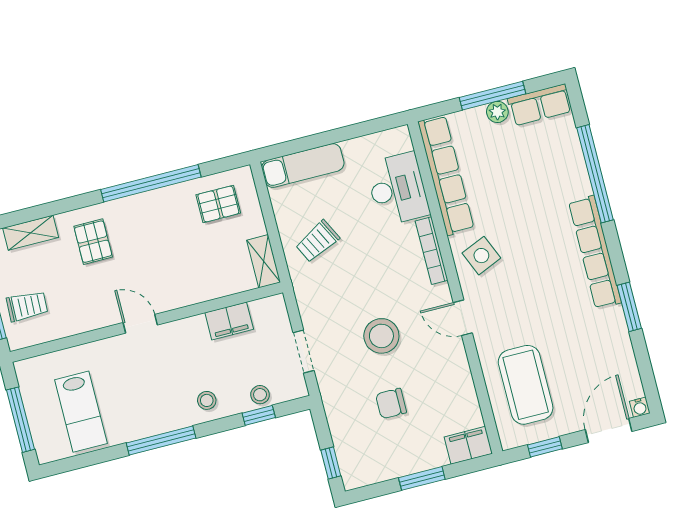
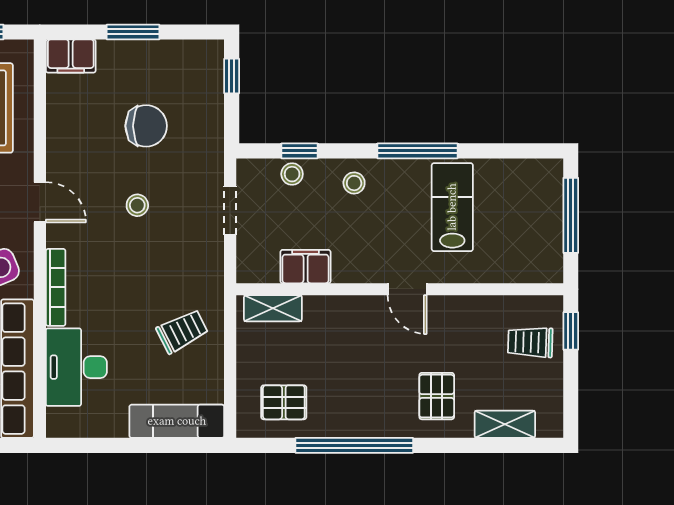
shelving: (264, 261) -> (273, 308), moved, turned 90
stool: (381, 336) -> (137, 205), width x0.53, depth x0.53
chair: (391, 403) -> (146, 126), width x1.37, depth x1.37
lab bench: (81, 412) -> (452, 207), moved

